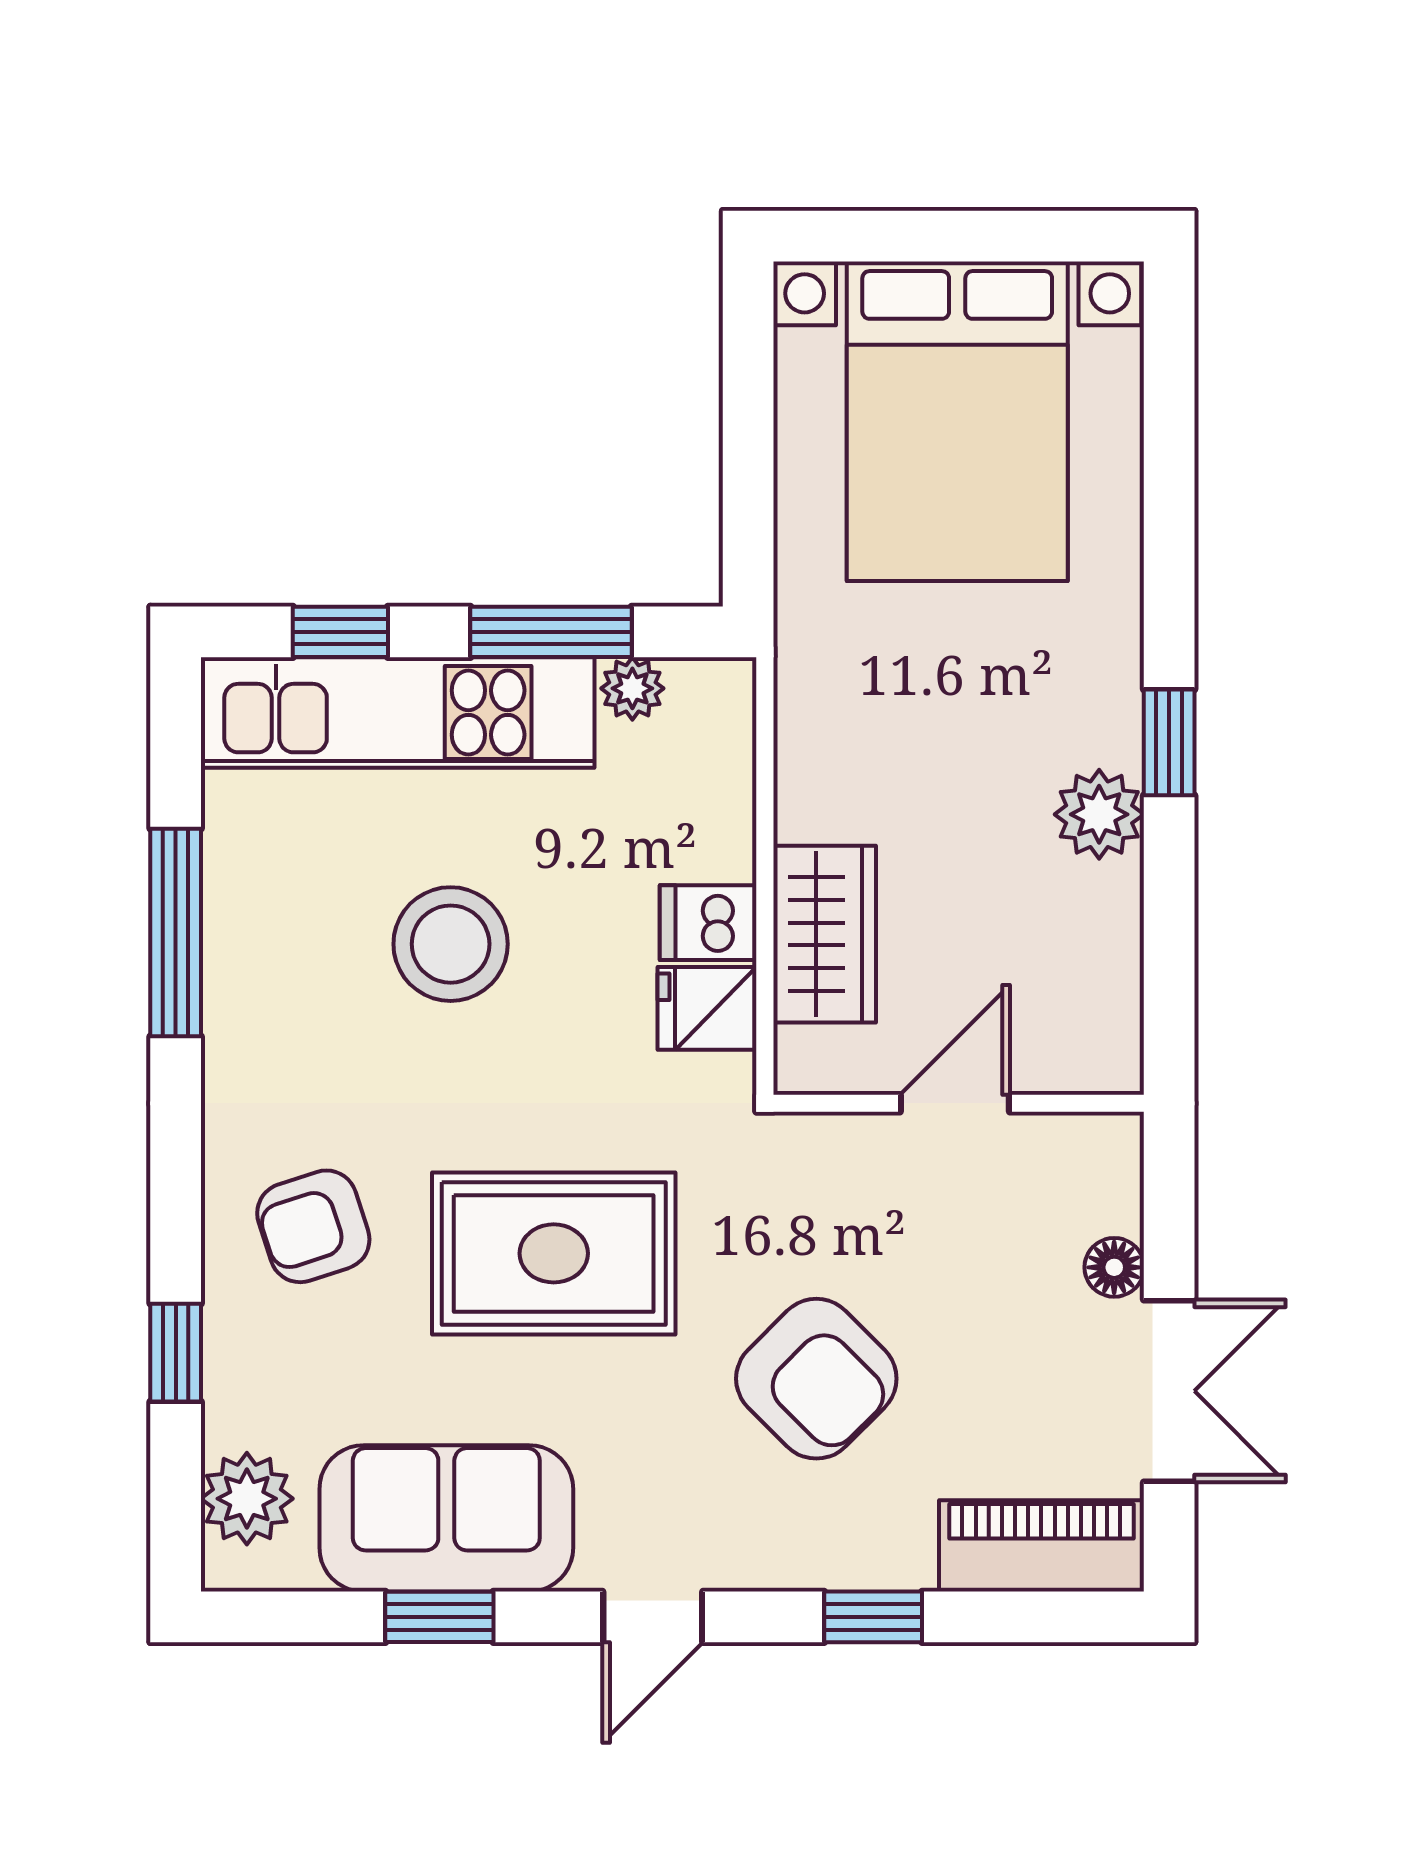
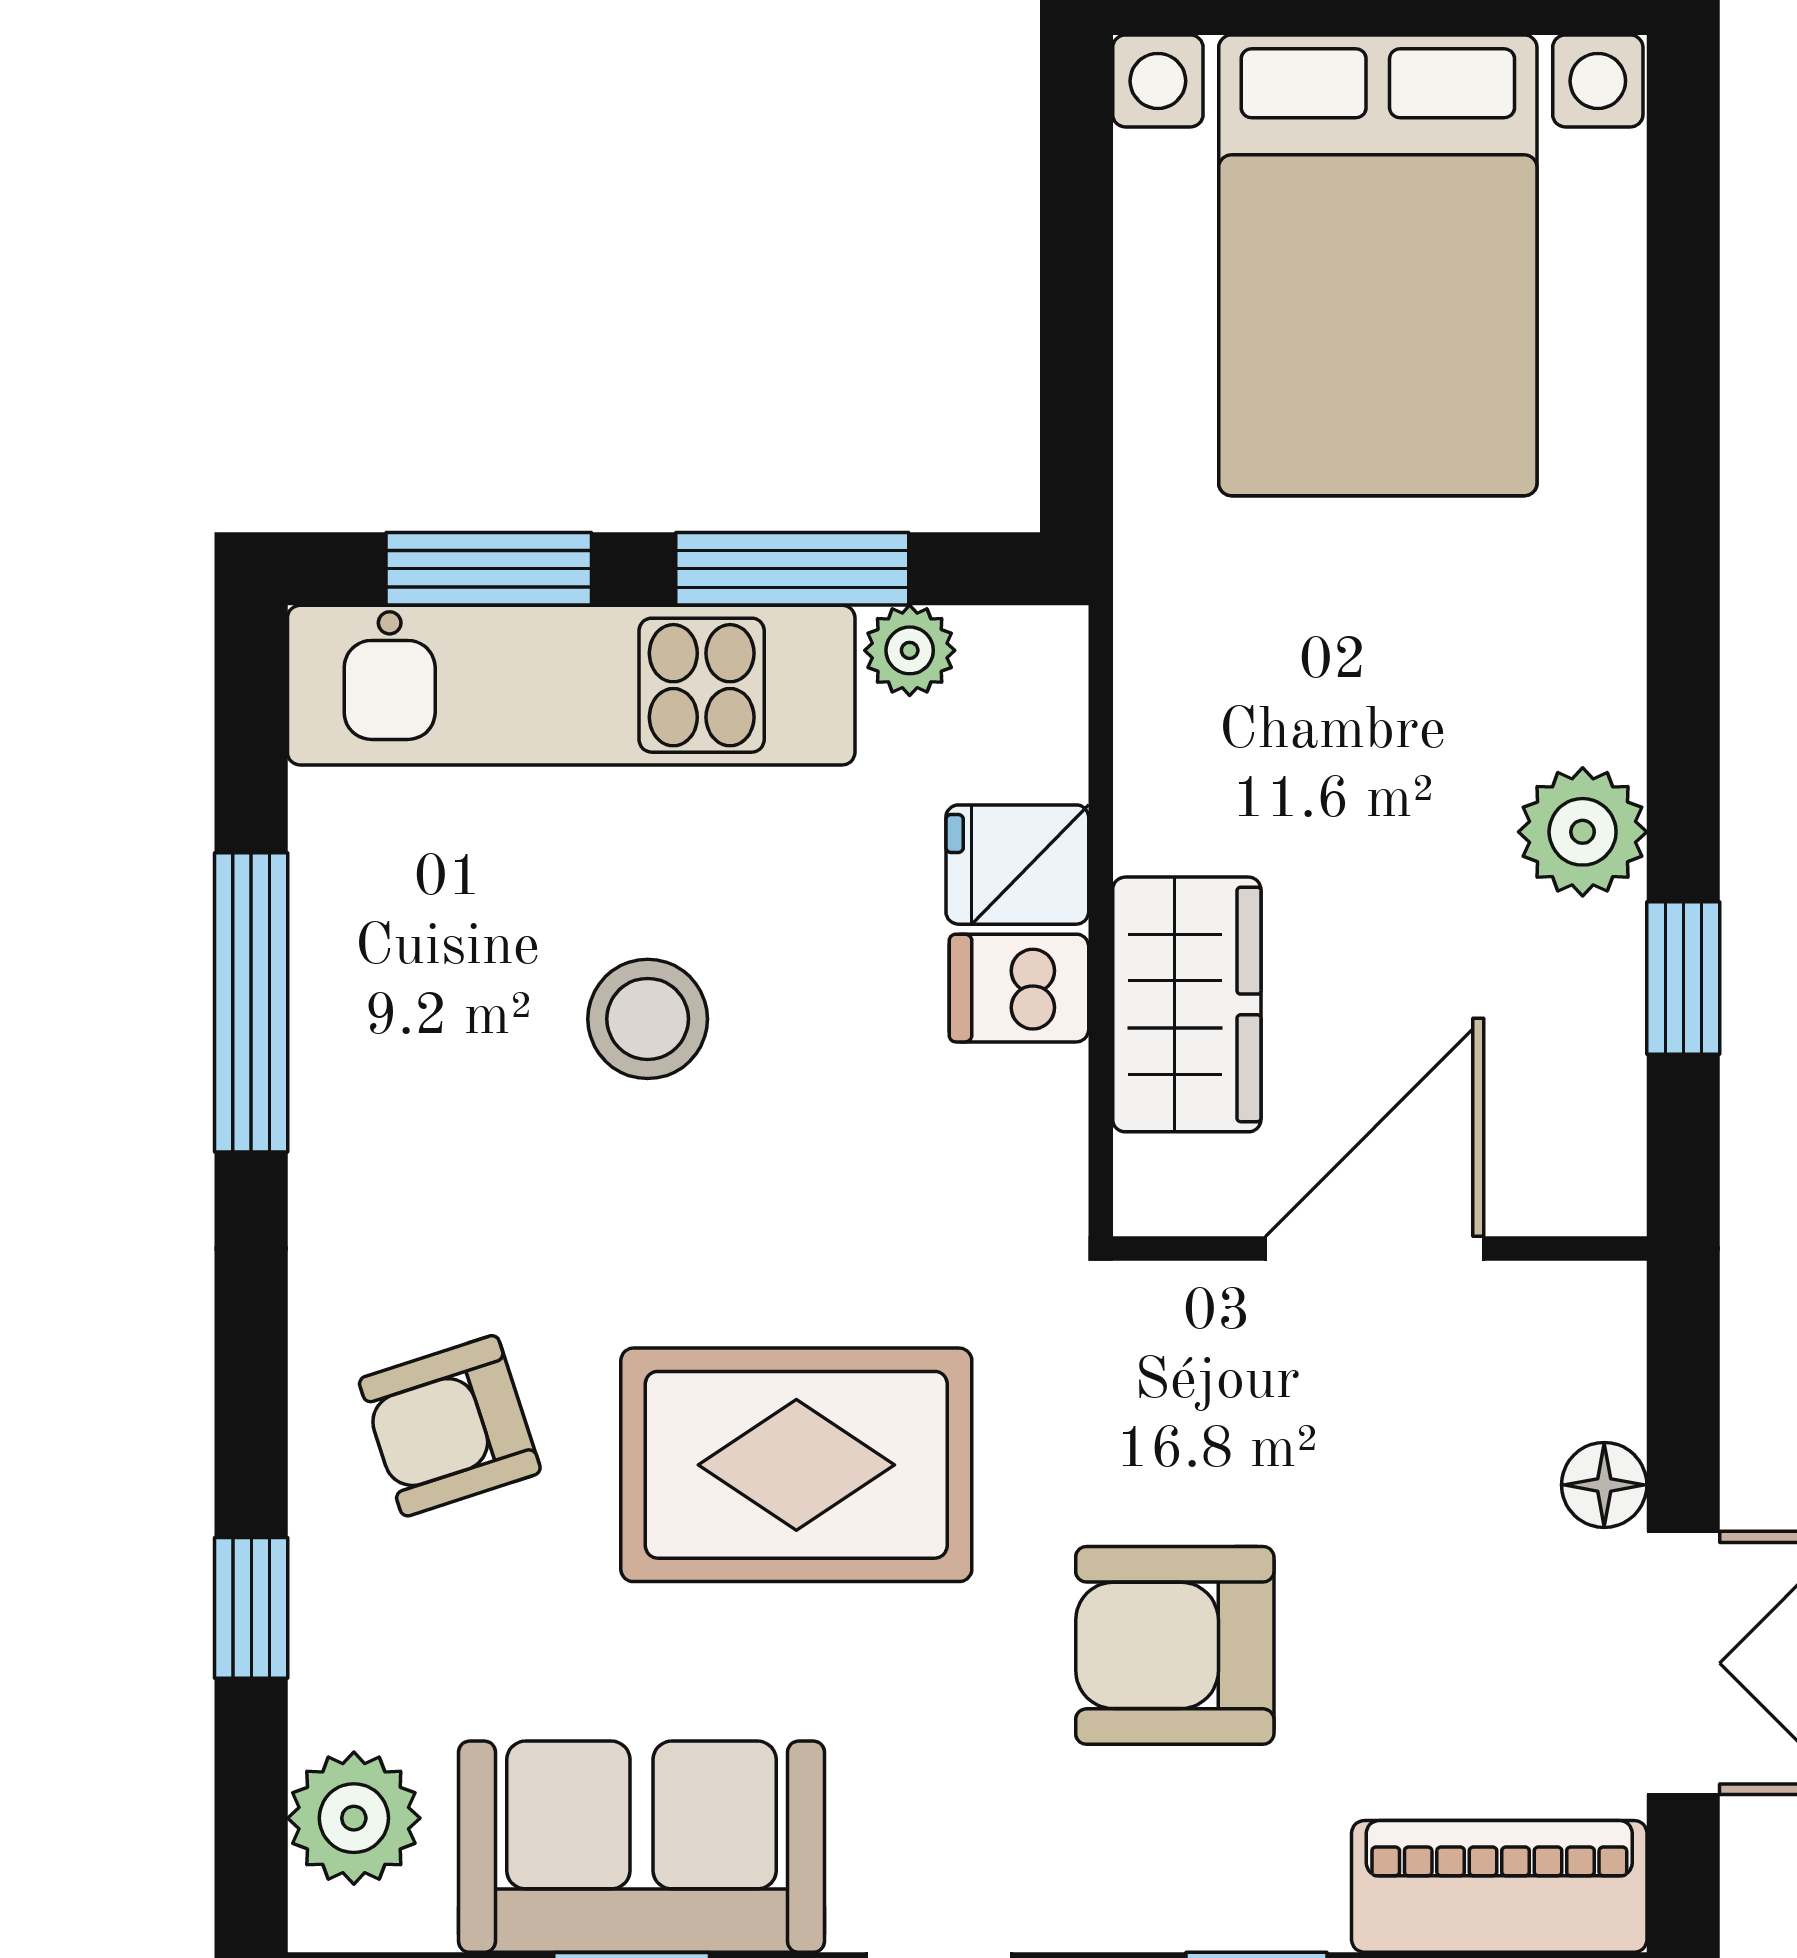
window: (340, 632) -> (489, 569), width x1.50
window: (1169, 742) -> (1683, 978), moved
stool: (451, 944) -> (648, 1019), width x0.73, depth x0.73
fridge: (707, 1008) -> (1017, 865), moved
door: (955, 1103) -> (1375, 1248), width x1.38
armchair: (816, 1379) -> (1175, 1645), turned 135

